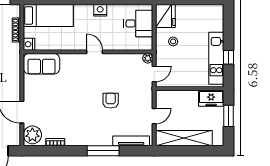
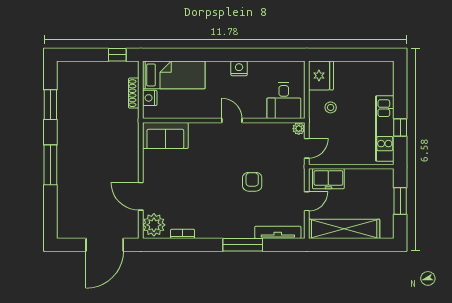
desk: (138, 24) -> (284, 101), moved, turned 90
nightstand: (29, 44) -> (150, 98), moved
freezer: (211, 98) -> (328, 179), moved

